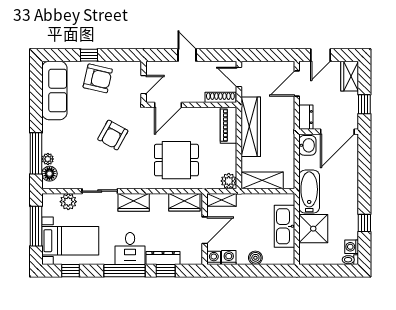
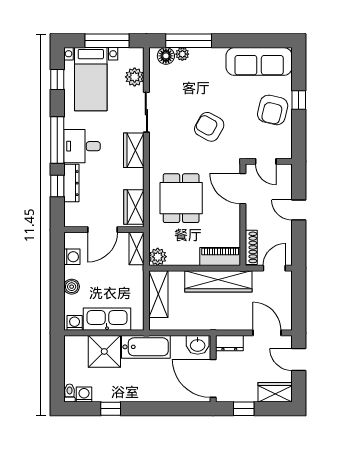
door: (187, 55) -> (299, 210), swing flipped
door: (205, 230) -> (103, 230), hinge flipped
washing machine: (214, 258) -> (75, 323), moved, turned -90

